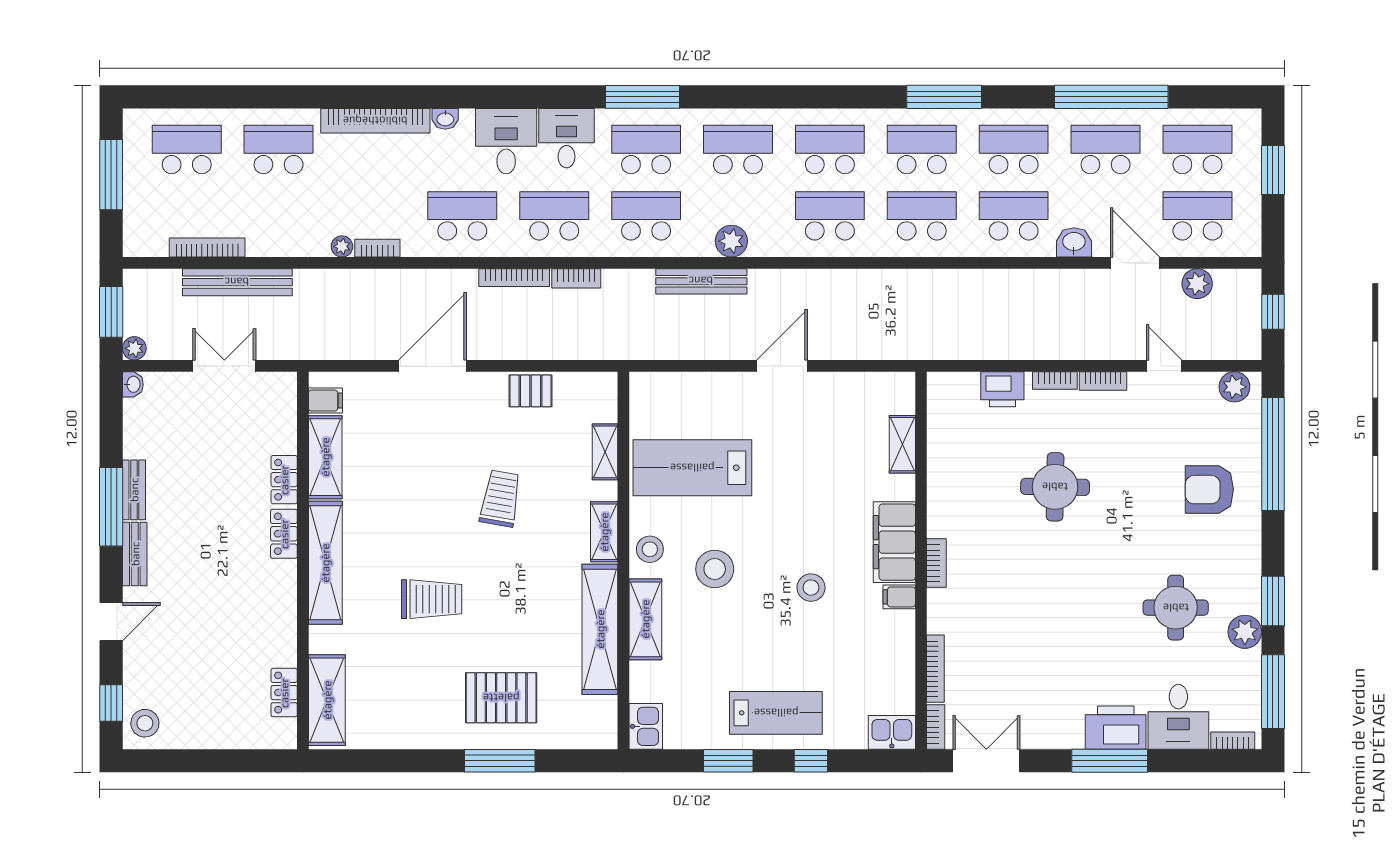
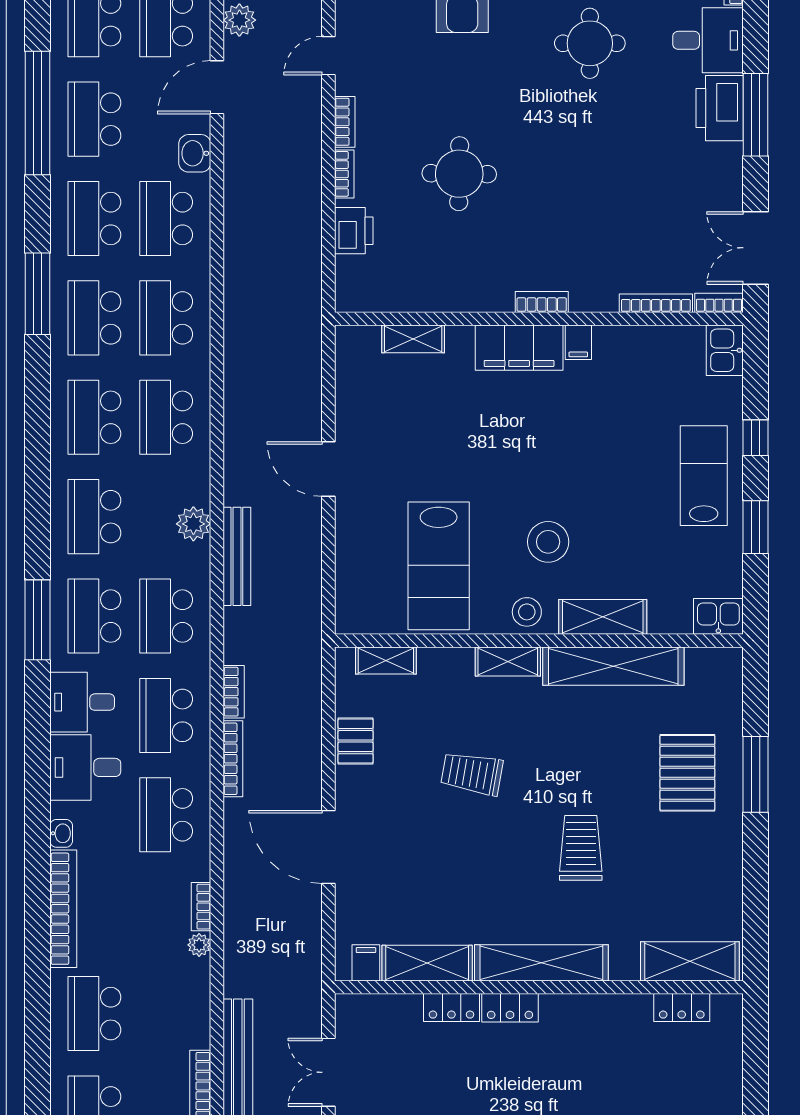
shelving: (605, 452) -> (386, 660), moved
stool: (811, 588) -> (568, 438), removed

